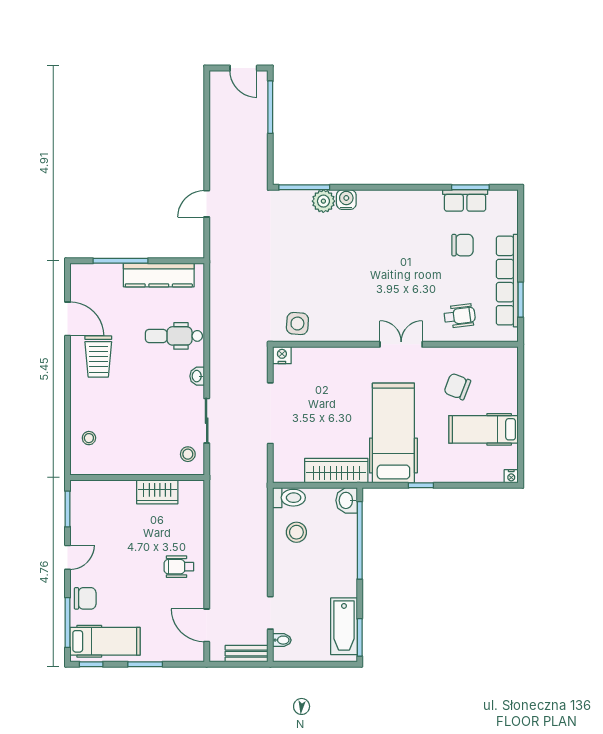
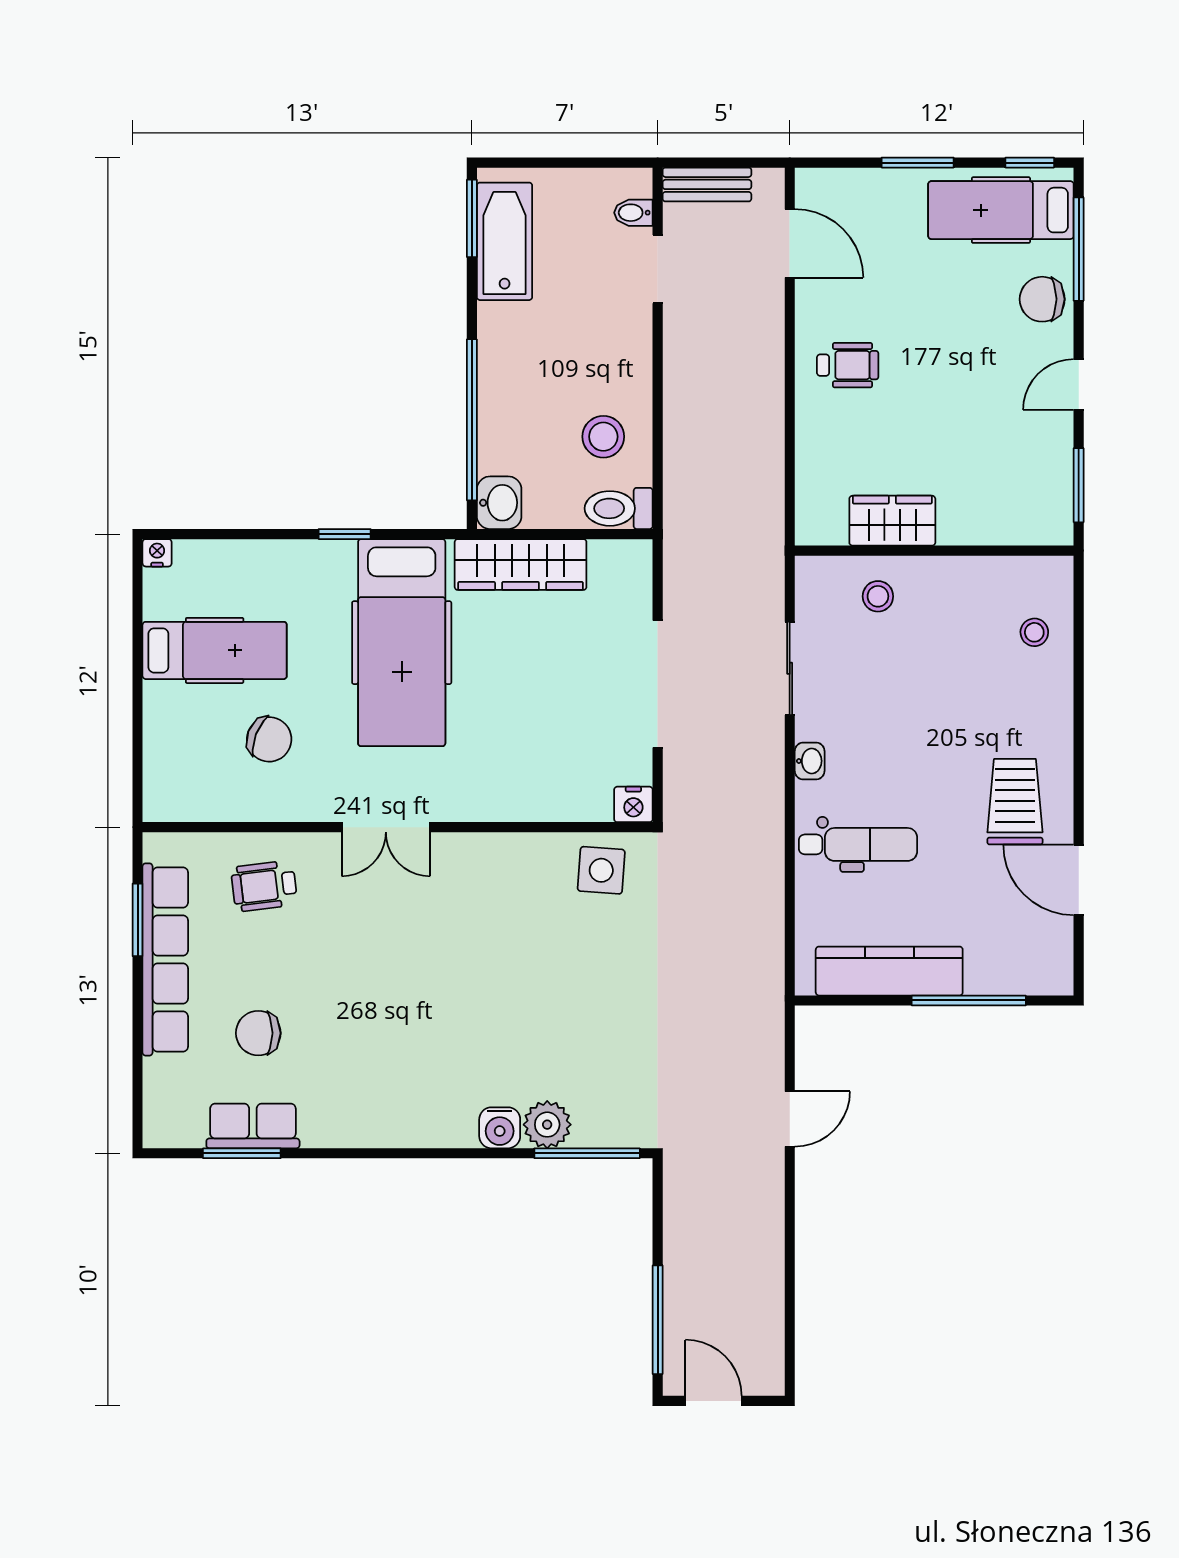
stool: (188, 454) -> (878, 596), moved

